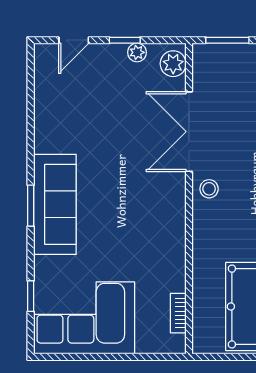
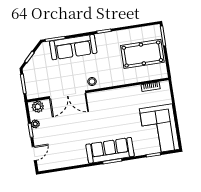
door: (74, 40) -> (34, 153), hinge flipped

